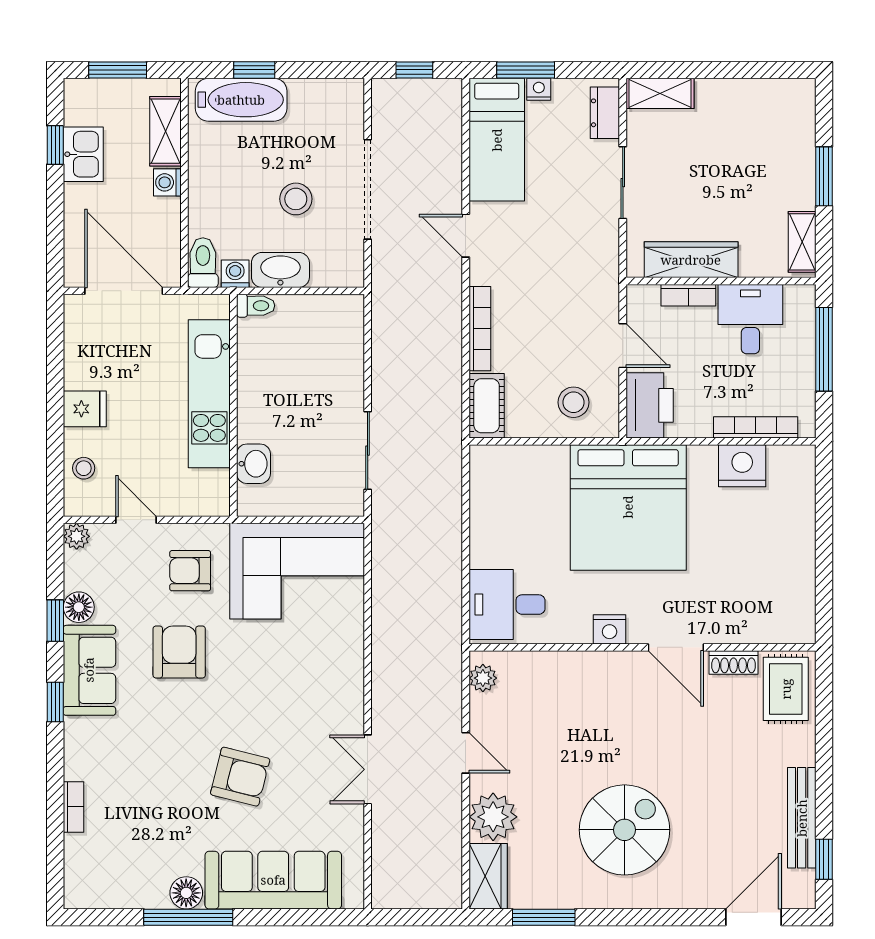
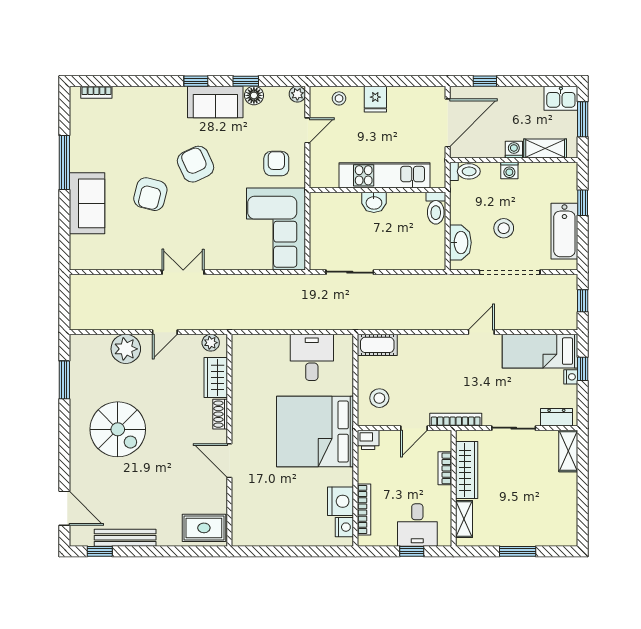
window: (526, 70) -> (583, 369), width x0.67
bathtub: (241, 100) -> (564, 231), moved
window: (55, 145) -> (485, 81), moved
kitchen sink: (83, 154) -> (561, 98), moved
shelving: (802, 242) -> (464, 519), moved, turned 90
washbasin: (280, 270) -> (460, 243), moved
washing machine: (235, 274) -> (509, 171), moved, turned 90
toilet: (256, 306) -> (436, 208), width x1.37, depth x1.39
desk: (750, 319) -> (417, 525), moved, turned 90
bookcase: (480, 329) -> (456, 420), moved, turned 180
window: (824, 349) -> (412, 551), width x0.46
printer: (650, 405) -> (368, 440), width x0.53, depth x0.68
washbasin: (254, 464) -> (374, 202), moved
desk: (507, 605) -> (312, 357), moved
nightstand: (610, 629) -> (344, 527), moved, turned 180
door: (676, 647) -> (229, 461), hinge flipped
armchair: (179, 652) -> (196, 164), moved, turned -115
shoe rack: (734, 663) -> (220, 414), moved
double door: (368, 769) -> (183, 272), moved
bookcase: (74, 807) -> (96, 92), moved
wardrobe: (488, 876) -> (216, 377), moved, turned 90
sofa: (273, 880) -> (87, 203), width x0.73
floor lamp: (186, 893) -> (79, 161), removed

